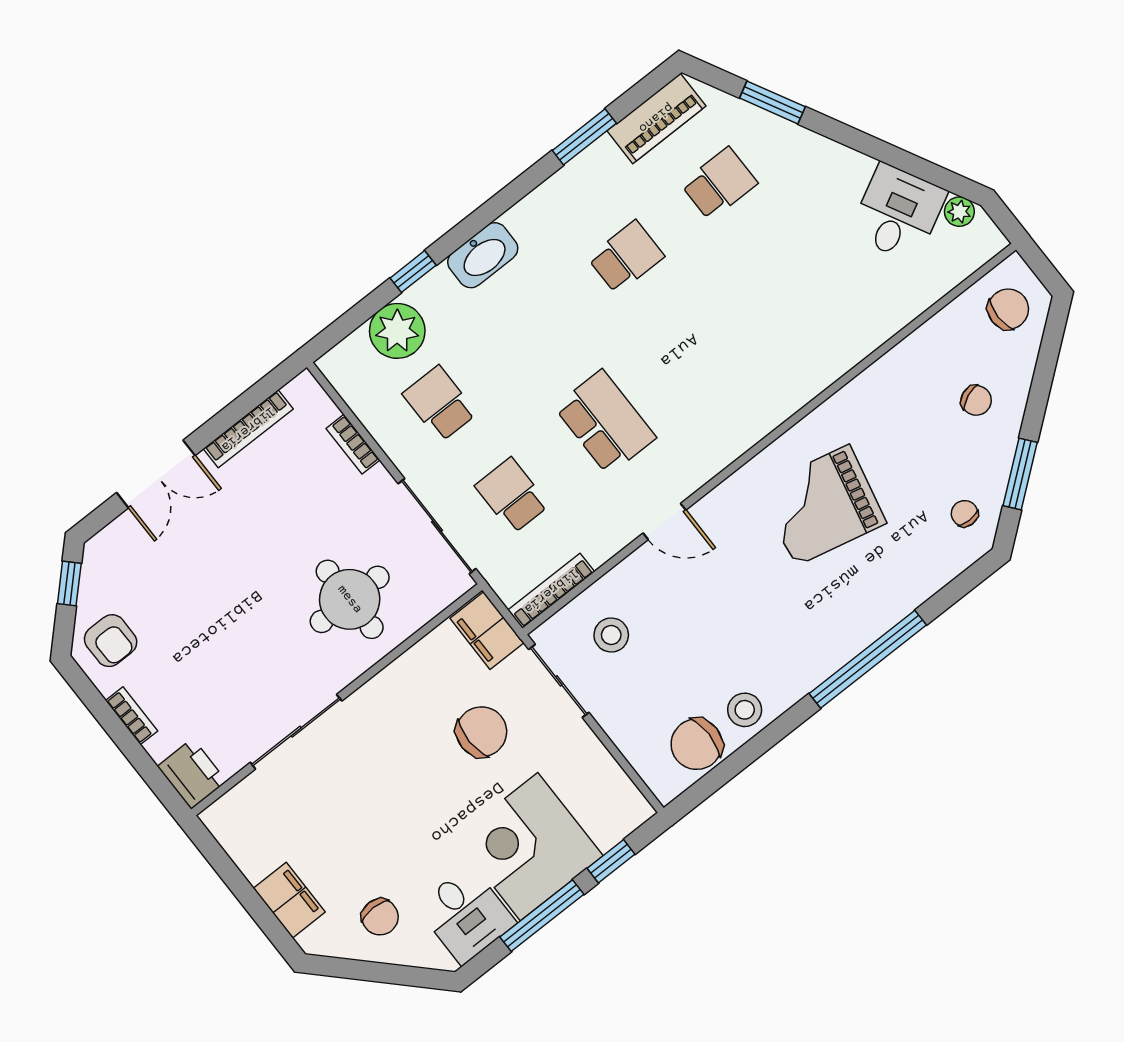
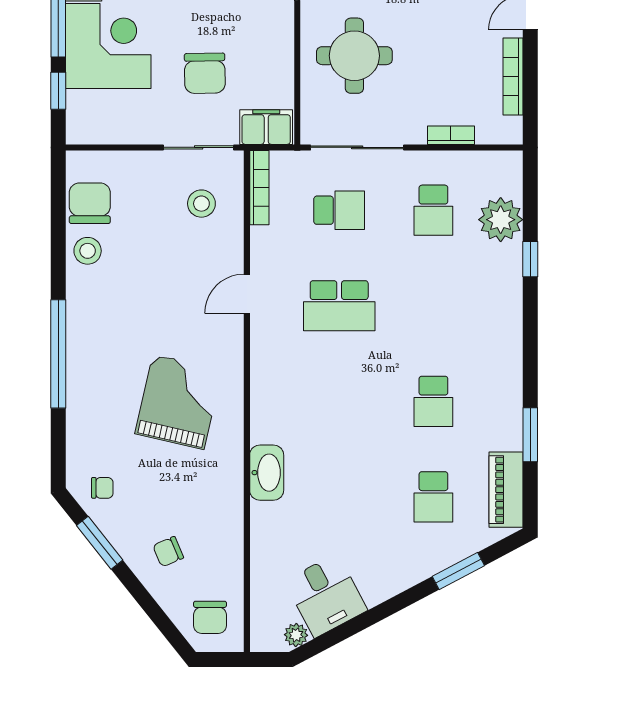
washbasin: (483, 255) -> (267, 473), moved, turned 180
school desk: (440, 404) -> (433, 210), turned 90

